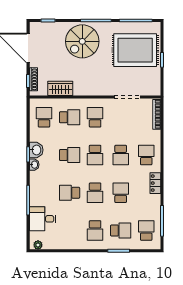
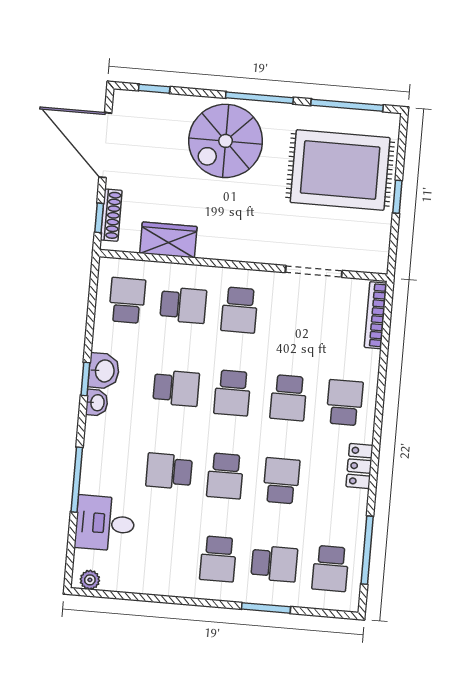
school desk: (95, 117) -> (239, 310), turned 180
school desk: (146, 231) -> (330, 569), turned 180

